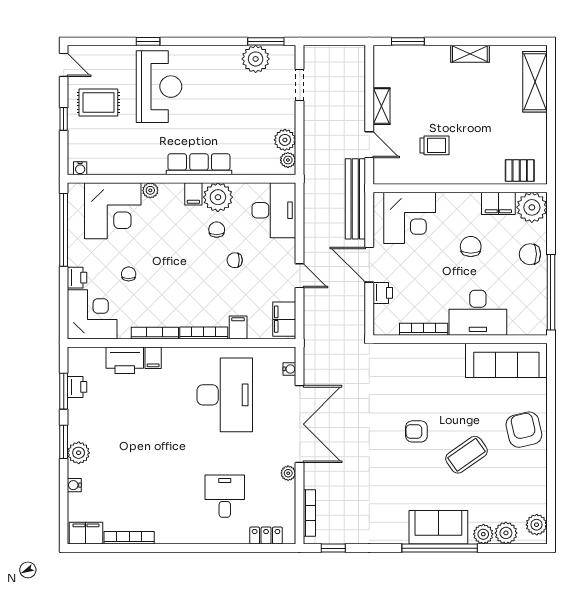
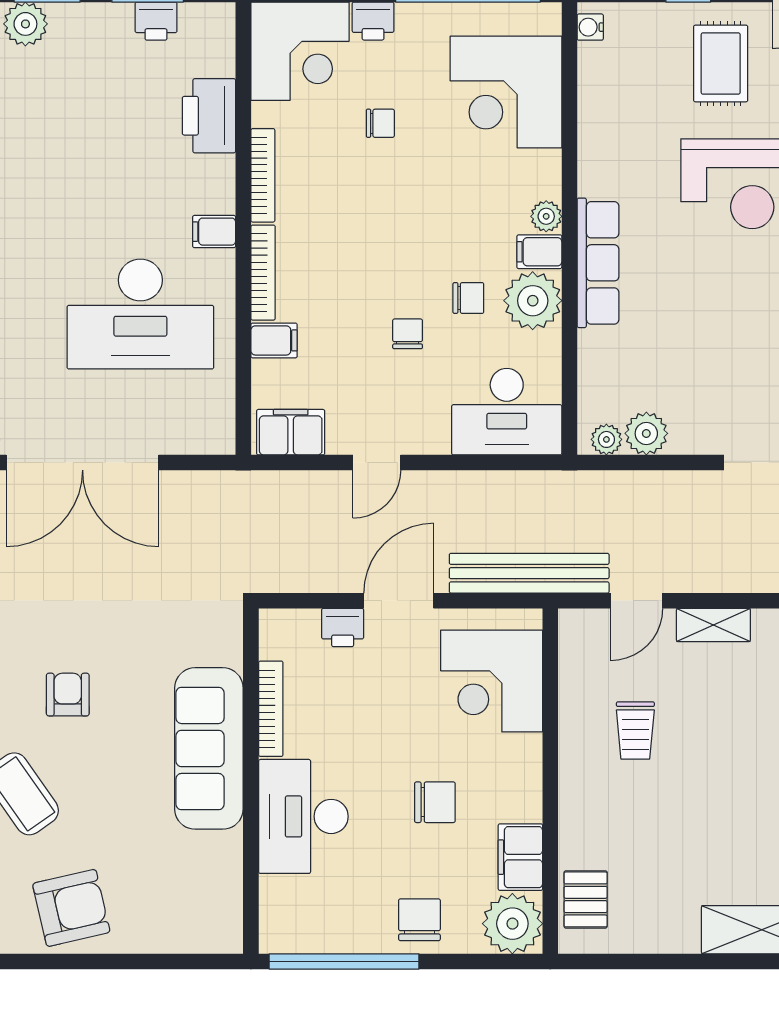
plant: (150, 190) -> (546, 216), moved
filing cabinet: (153, 358) -> (214, 232), moved
sofa: (506, 360) -> (209, 748), moved
water cooler: (289, 369) -> (192, 442), removed

